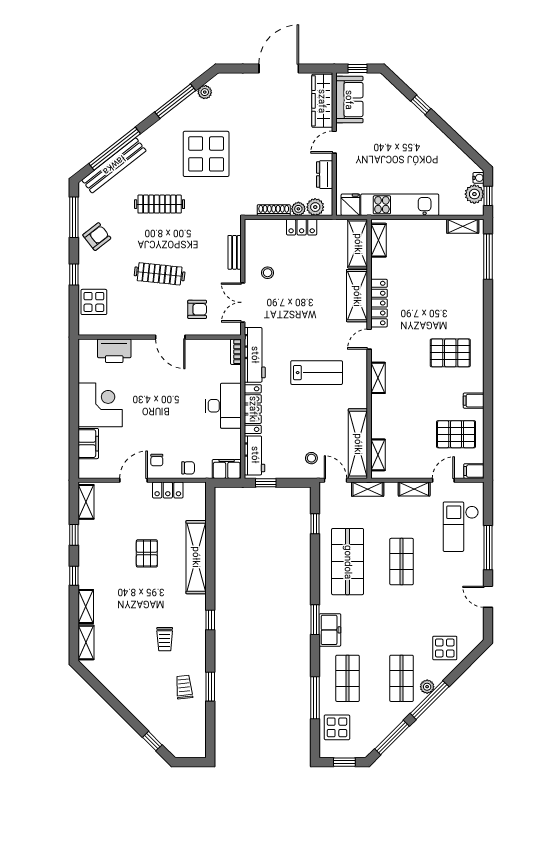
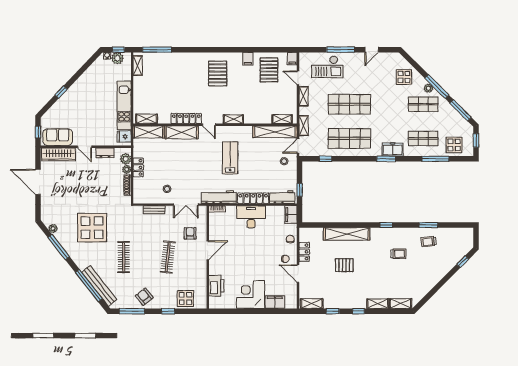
shop shelf: (402, 562) -> (349, 104), width x1.43, depth x1.36

